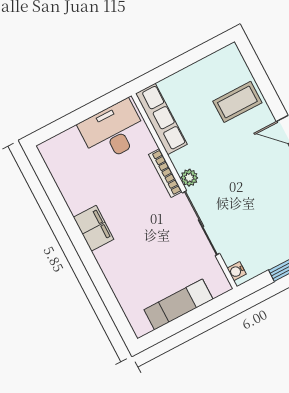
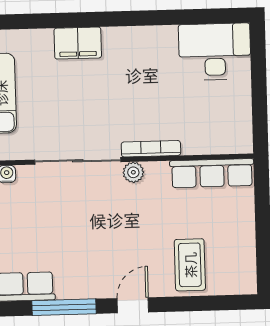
desk: (113, 131) -> (215, 52), moved, turned -90
filing cabinet: (94, 228) -> (78, 43), moved

